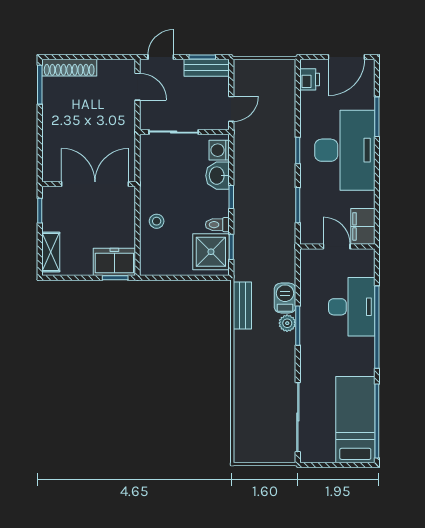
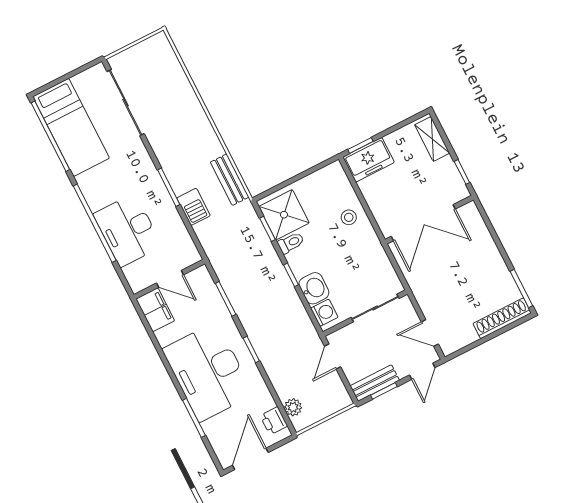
plant: (287, 323) -> (293, 407), moved

